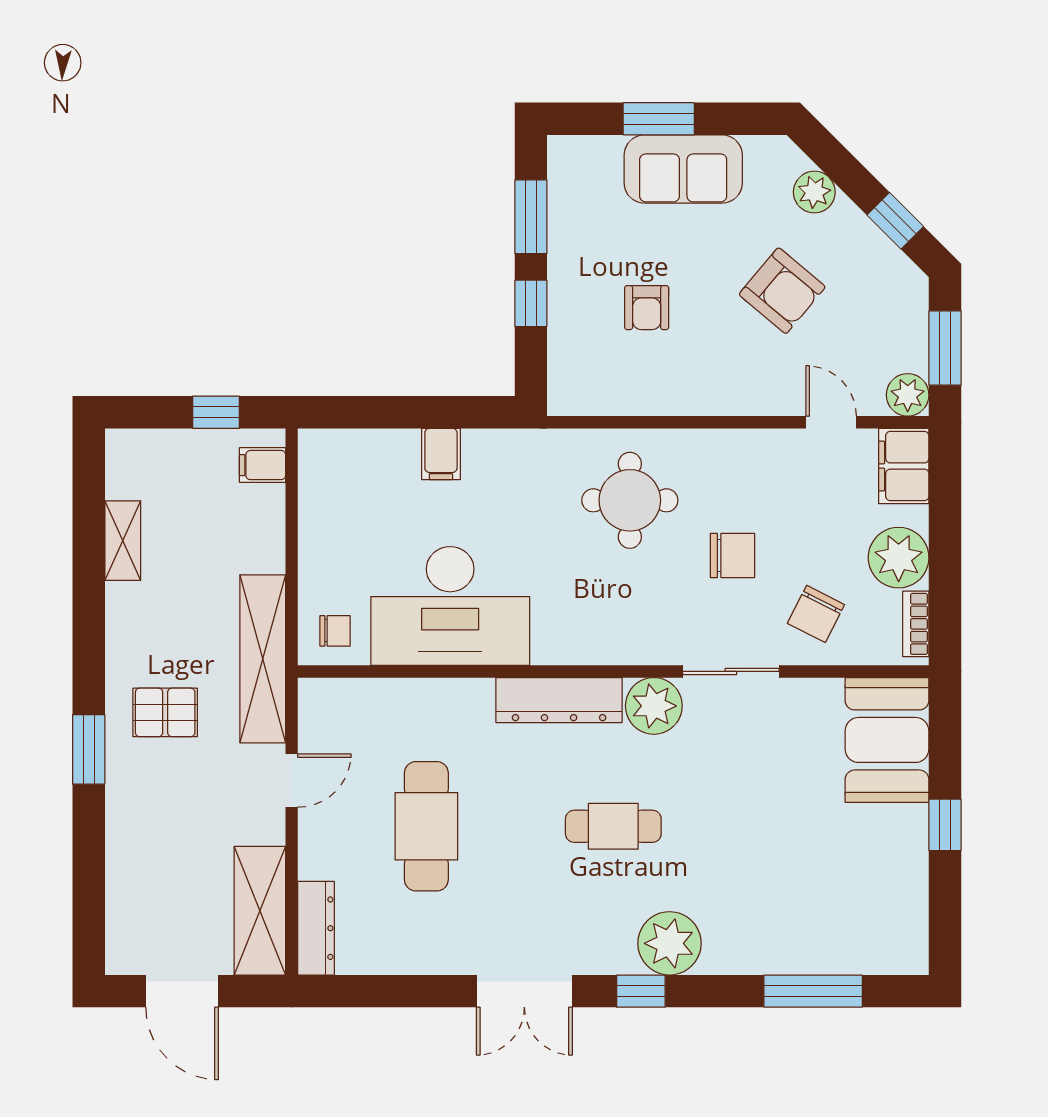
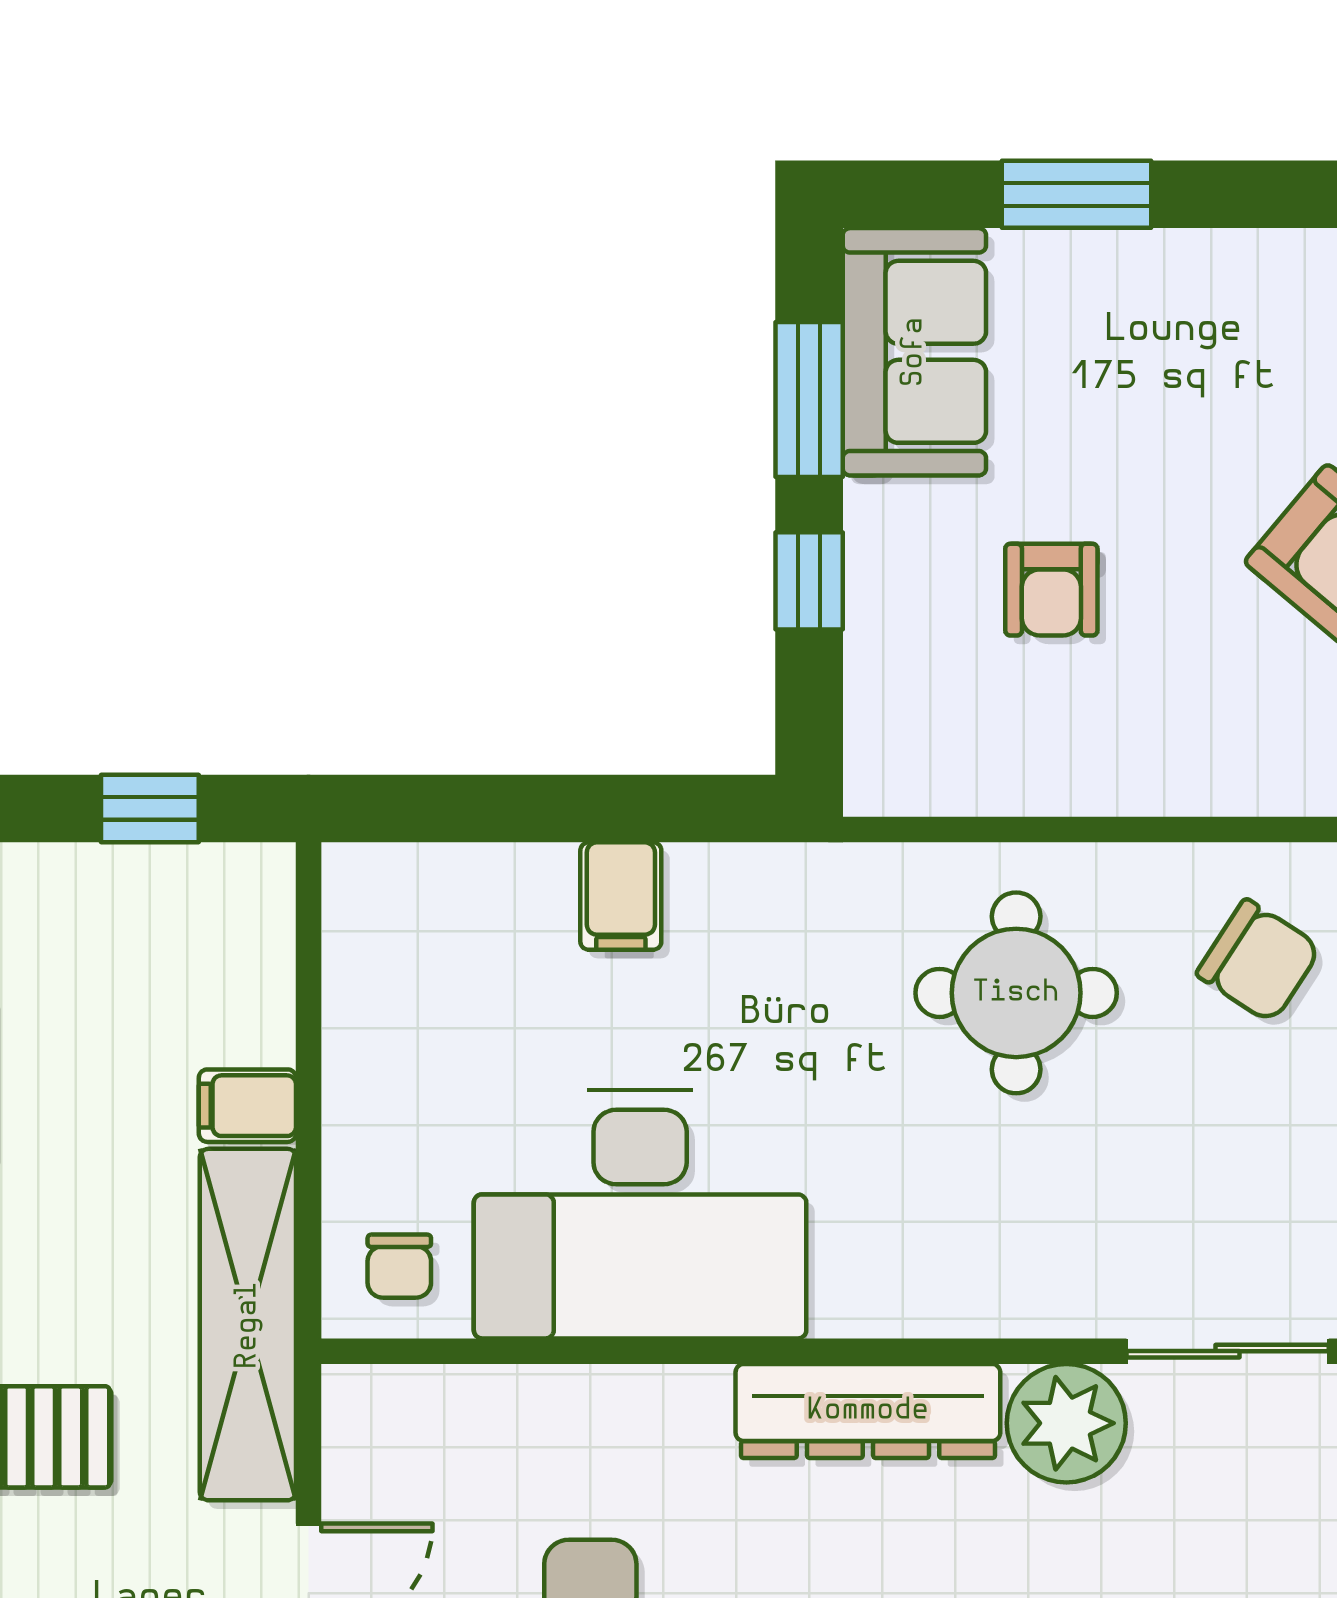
sofa: (683, 169) -> (914, 352), moved, turned -90
filing cabinet: (263, 465) -> (247, 1106), moved
chair: (732, 556) -> (1259, 961), moved, turned 33
chair: (335, 631) -> (399, 1266), turned 90

